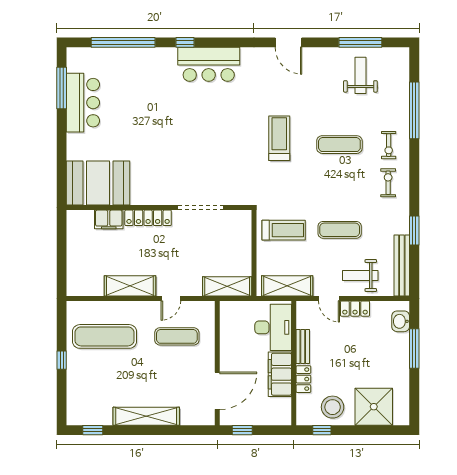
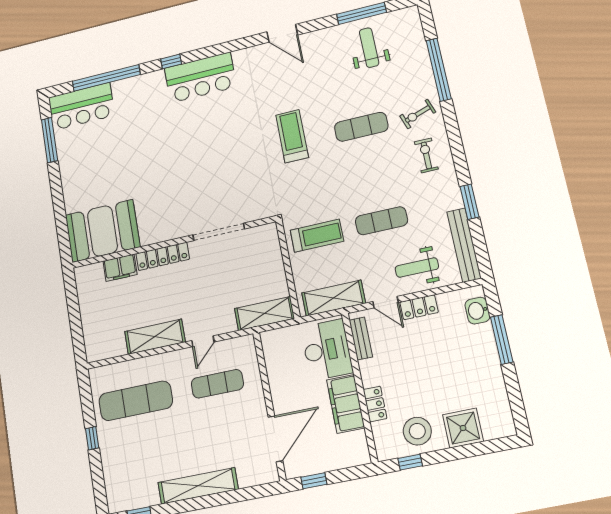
bar counter: (83, 103) -> (81, 106), moved, turned 90
exercise bike: (389, 145) -> (418, 114), turned 71
bench: (303, 346) -> (361, 338), moved
shower: (374, 407) -> (463, 428), width x0.73, depth x0.73

